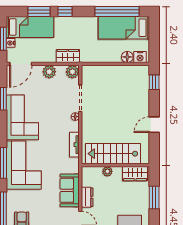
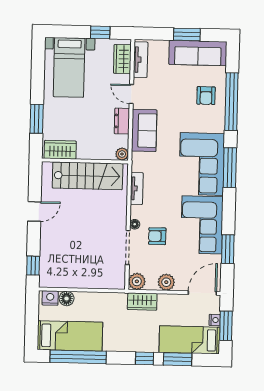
armchair: (57, 108) -> (157, 236), added
plant: (107, 171) -> (122, 154), moved

